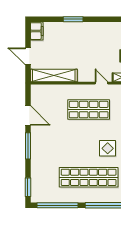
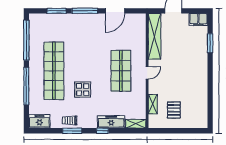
window: (73, 19) -> (210, 43), moved
door: (102, 83) -> (147, 73), moved
window: (28, 187) -> (57, 11), moved

